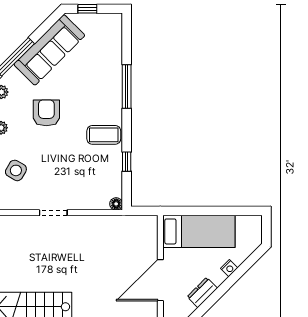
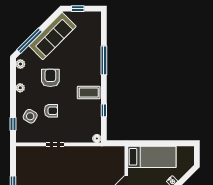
armchair: (47, 162) -> (51, 111), added

